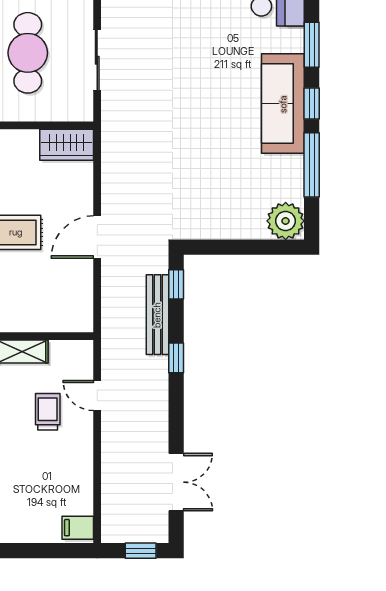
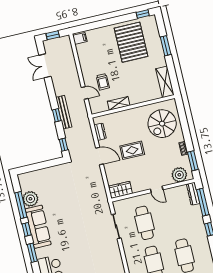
plant: (286, 221) -> (30, 199), moved
door: (97, 237) -> (99, 156), hinge flipped
dresser: (82, 295) -> (100, 132), added
bench: (157, 315) -> (64, 112), moved

